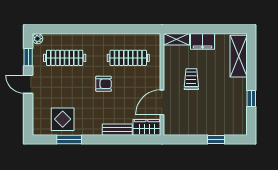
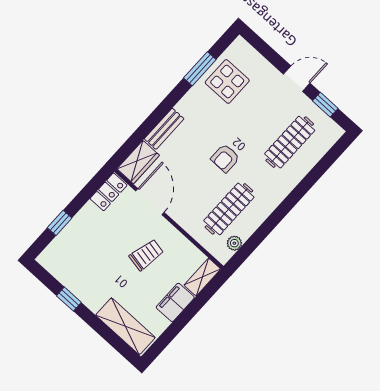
plant: (38, 39) -> (234, 243), moved
trolley: (191, 79) -> (146, 255), turned -79
locker: (176, 129) -> (109, 192), added

